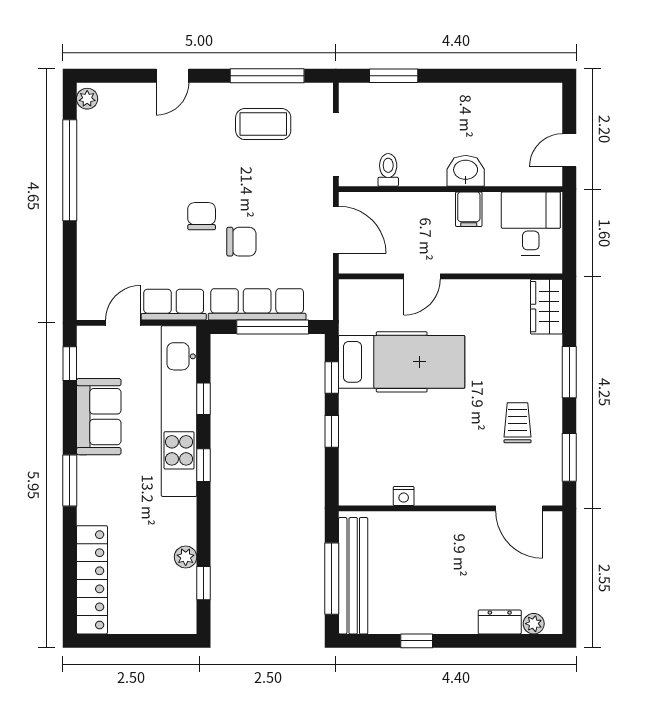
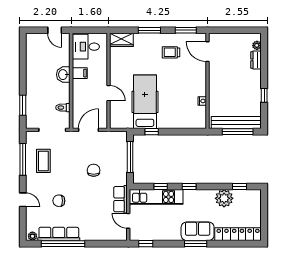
chair: (202, 216) -> (59, 201), moved
row of seats: (257, 304) -> (59, 234), moved, turned 90
kitchen unit: (179, 411) -> (156, 197), width x0.73
sofa: (99, 417) -> (198, 231), moved
window: (332, 431) -> (175, 132), removed
door: (519, 508) -> (208, 52), swing flipped
plant: (186, 557) -> (224, 198), width x1.88, depth x1.88

